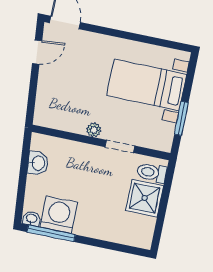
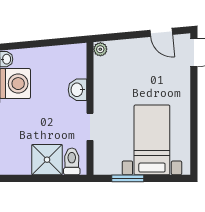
plant: (94, 130) -> (100, 49), moved
washbasin: (38, 163) -> (77, 90), moved, turned 95

